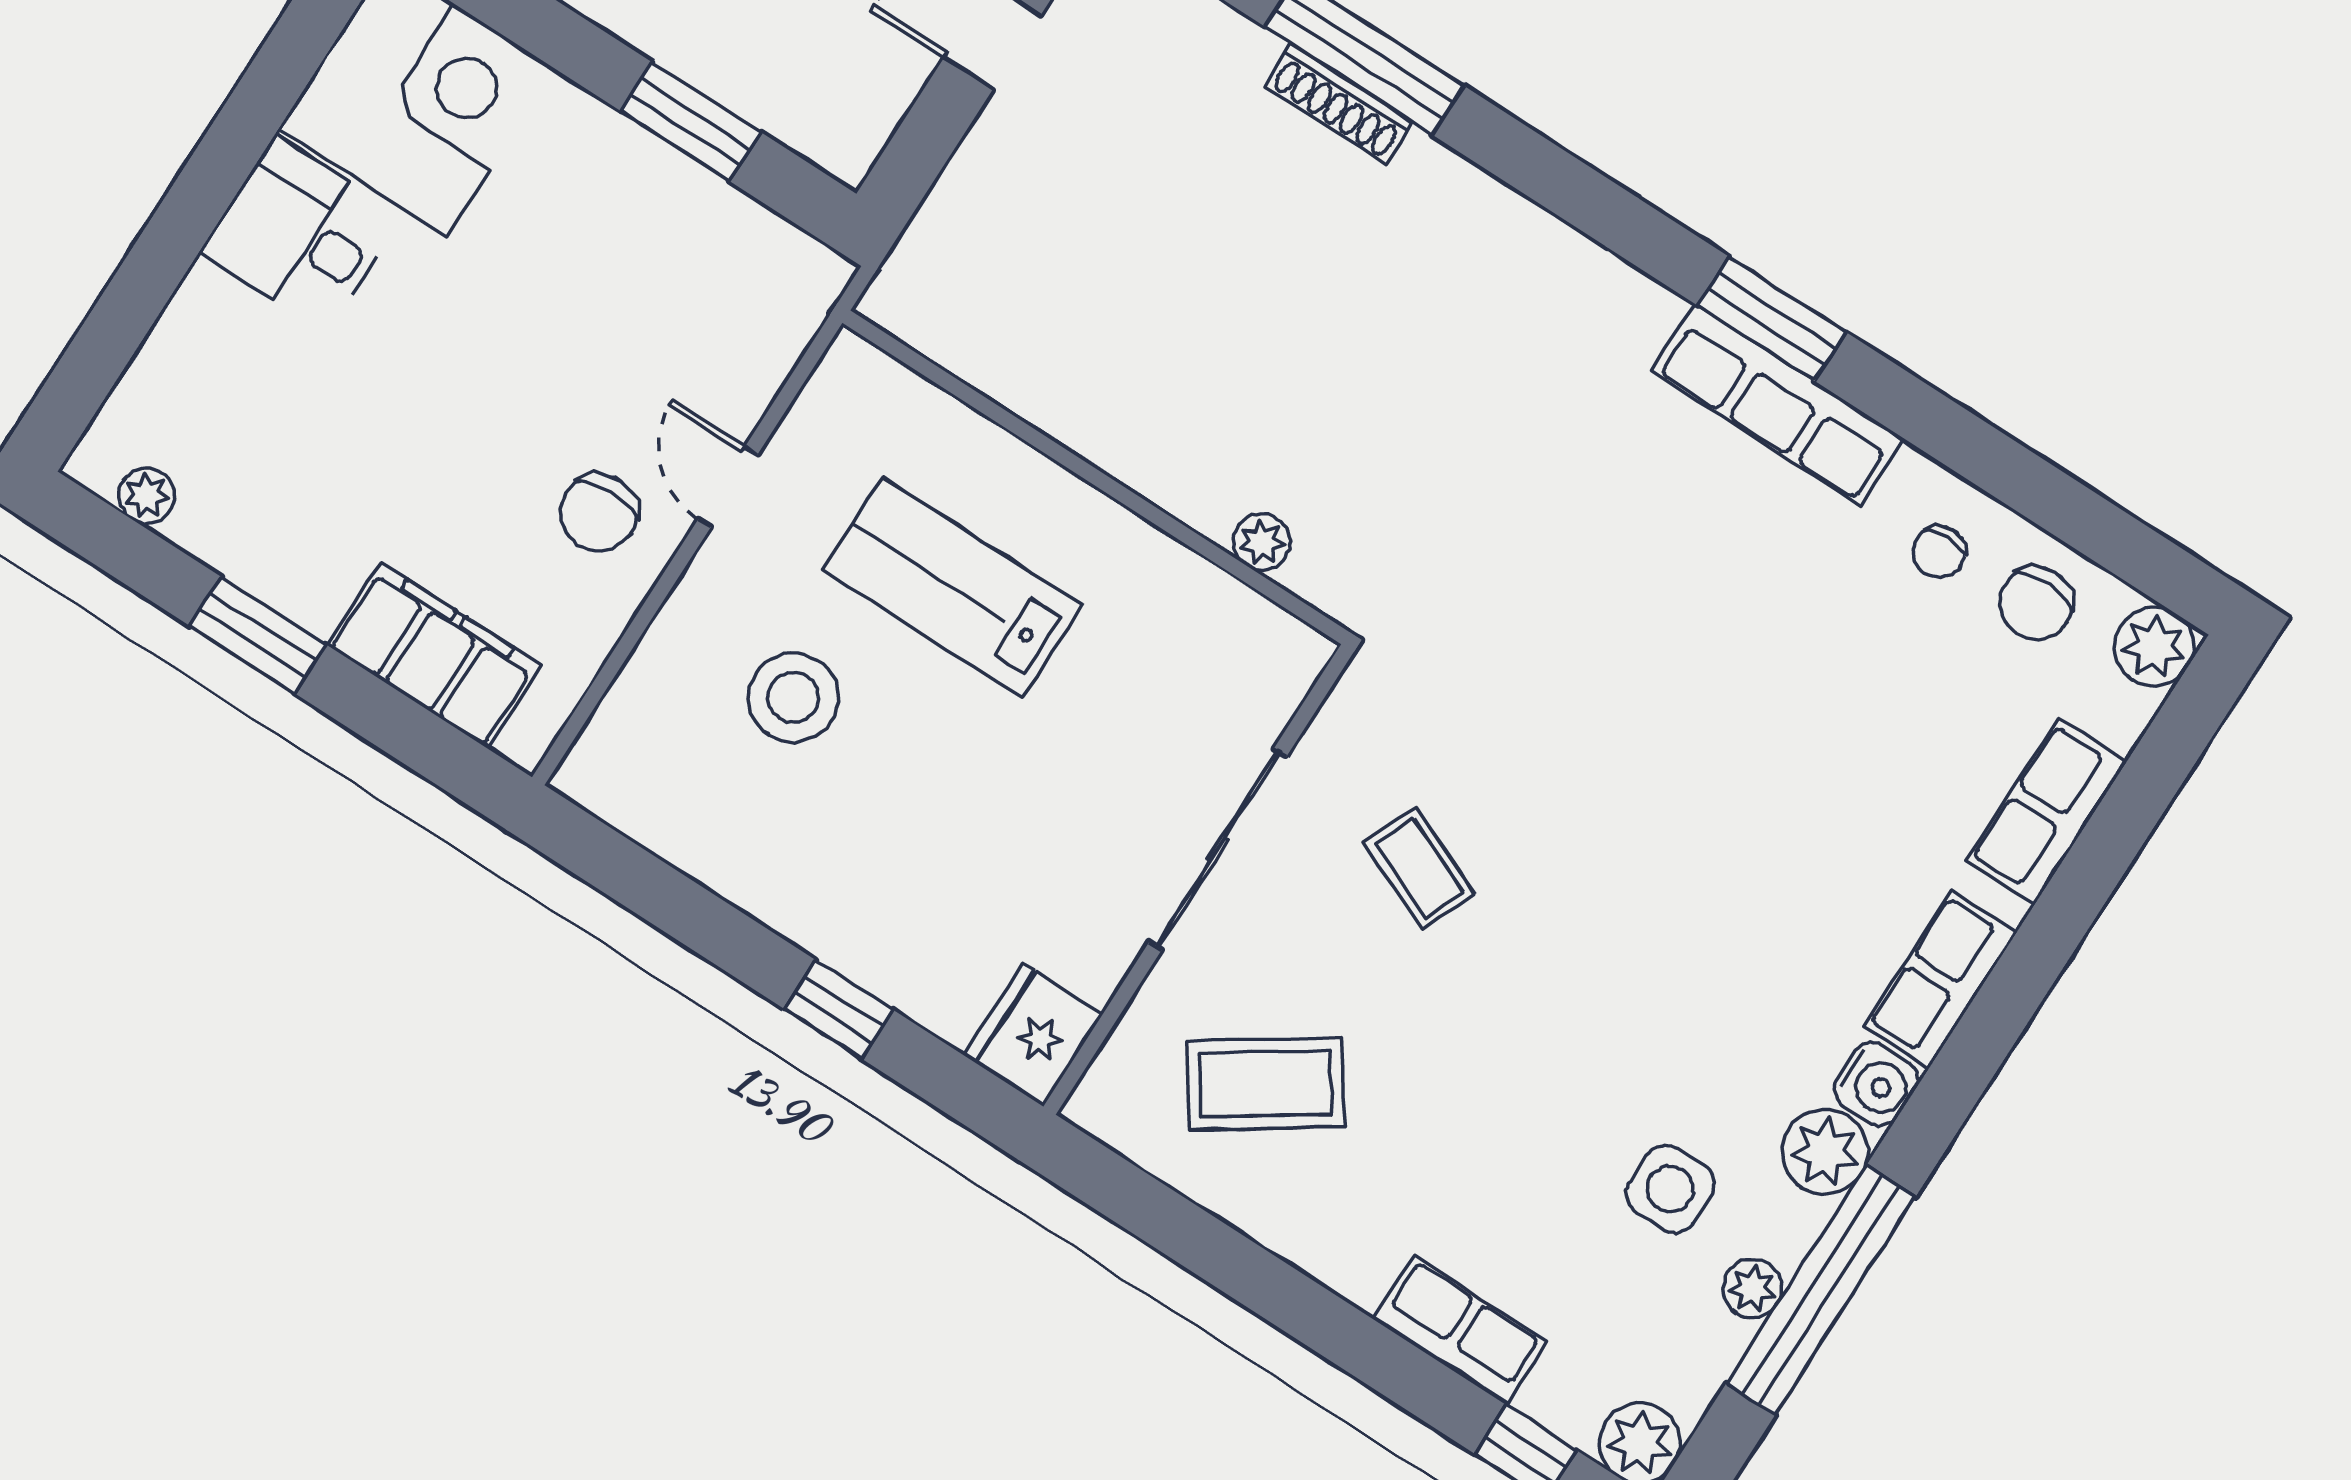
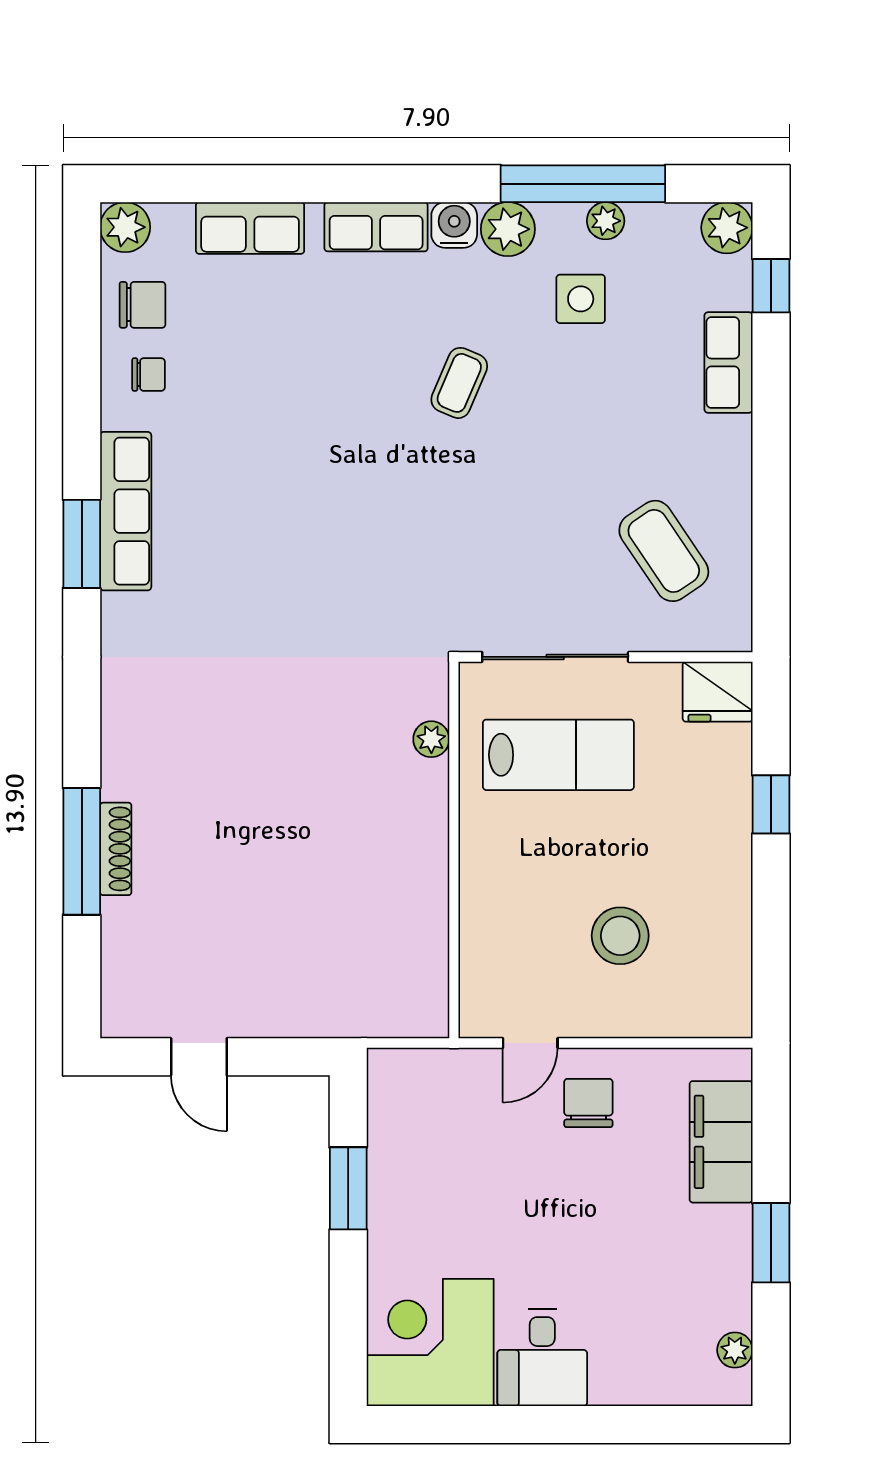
wall: (1096, 477) -> (454, 850), moved
chair: (599, 513) -> (588, 1103), turned -90
plant: (1262, 542) -> (431, 739), moved
lab bench: (953, 588) -> (558, 755), moved, turned -90
coffee table: (1419, 868) -> (459, 383), moved

